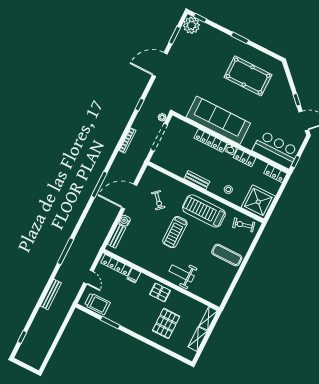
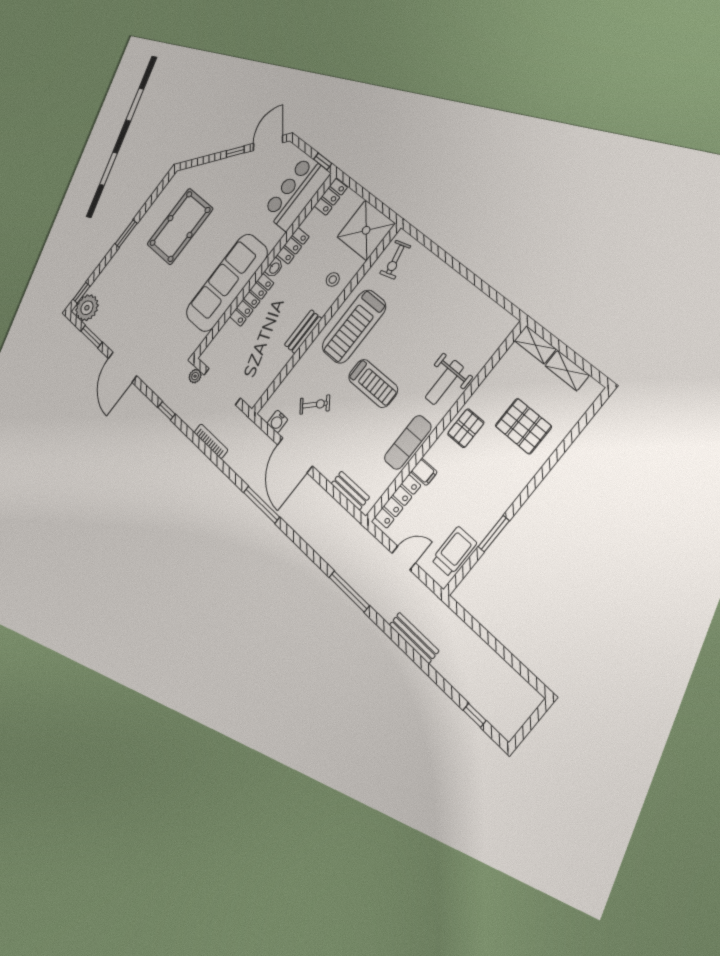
water cooler: (125, 221) -> (277, 421), moved
exercise mat: (227, 255) -> (408, 442), moved

